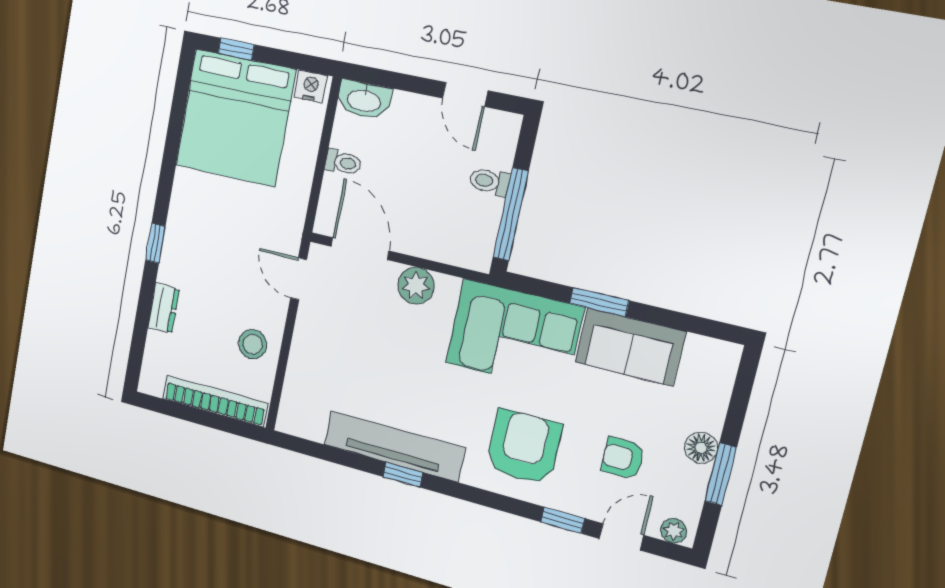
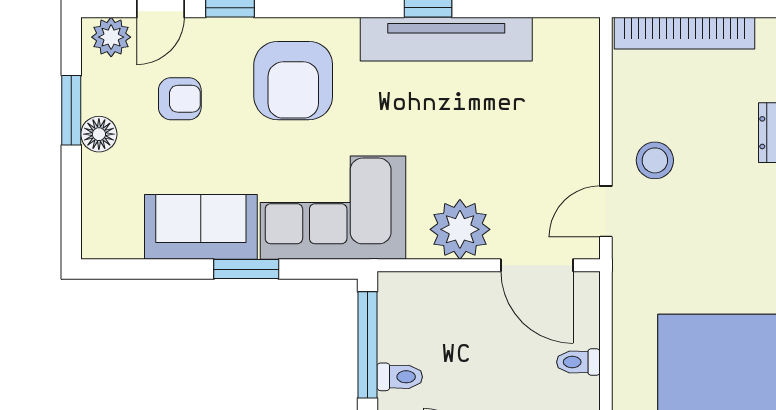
door: (299, 279) -> (606, 211), swing flipped
plant: (416, 286) -> (460, 229), width x1.36, depth x1.36
stool: (253, 344) -> (655, 160), moved
plant: (674, 531) -> (111, 37), width x1.38, depth x1.38

